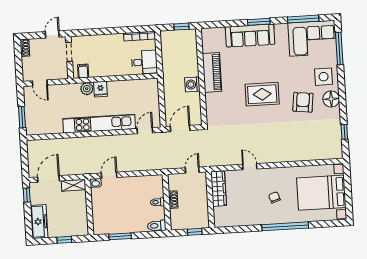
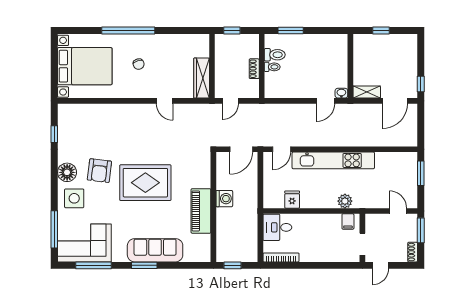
window: (19, 67) -> (421, 230), added
fridge: (100, 89) -> (292, 200), moved
rug: (262, 94) -> (145, 183), width x1.37, depth x1.44
freezer: (39, 222) -> (409, 53), removed
toilet: (157, 226) -> (275, 55), moved
window: (120, 236) -> (291, 30), moved

